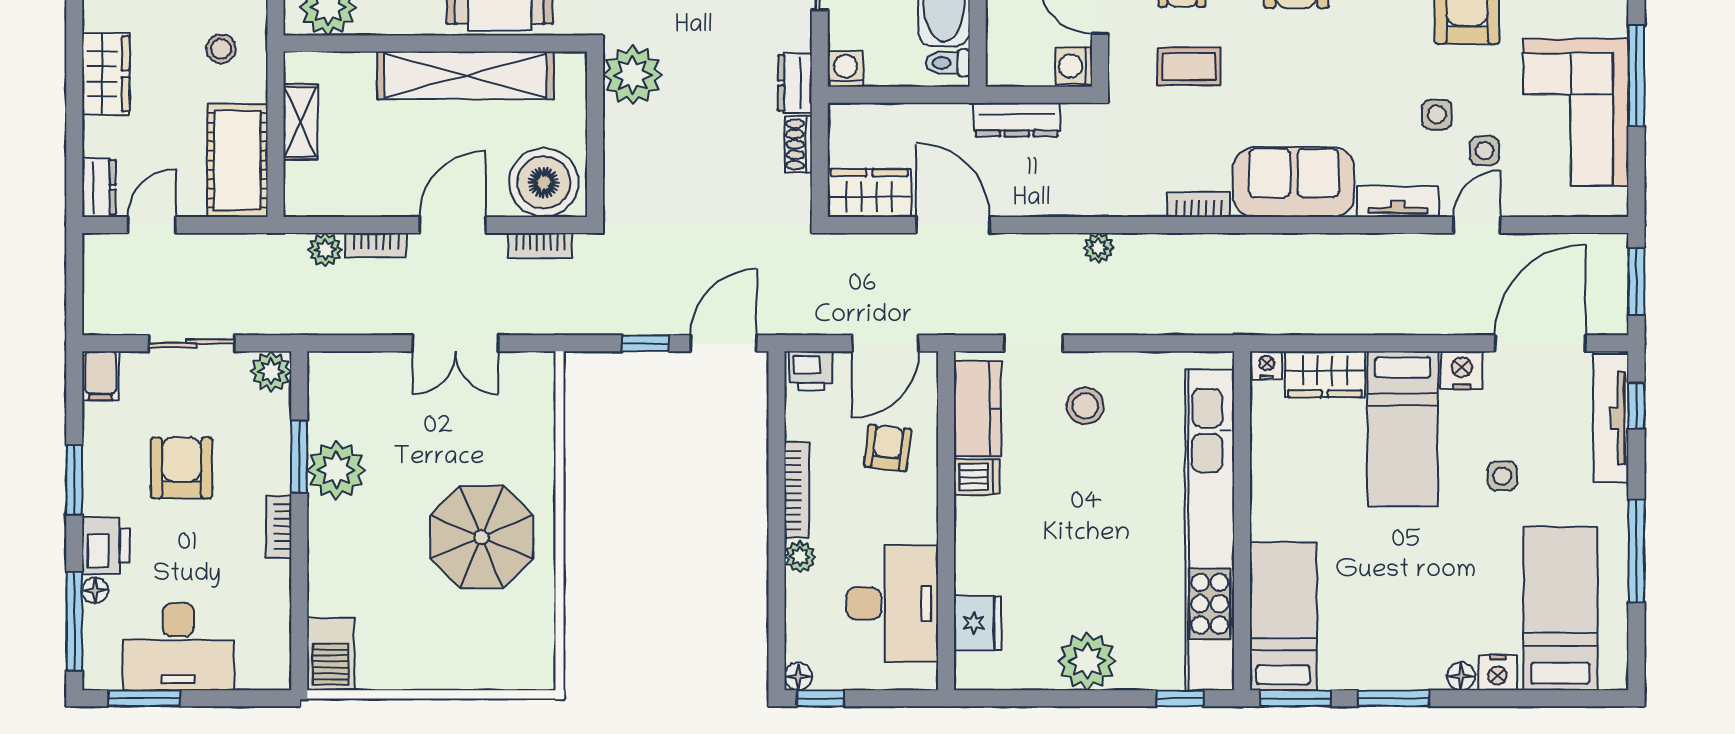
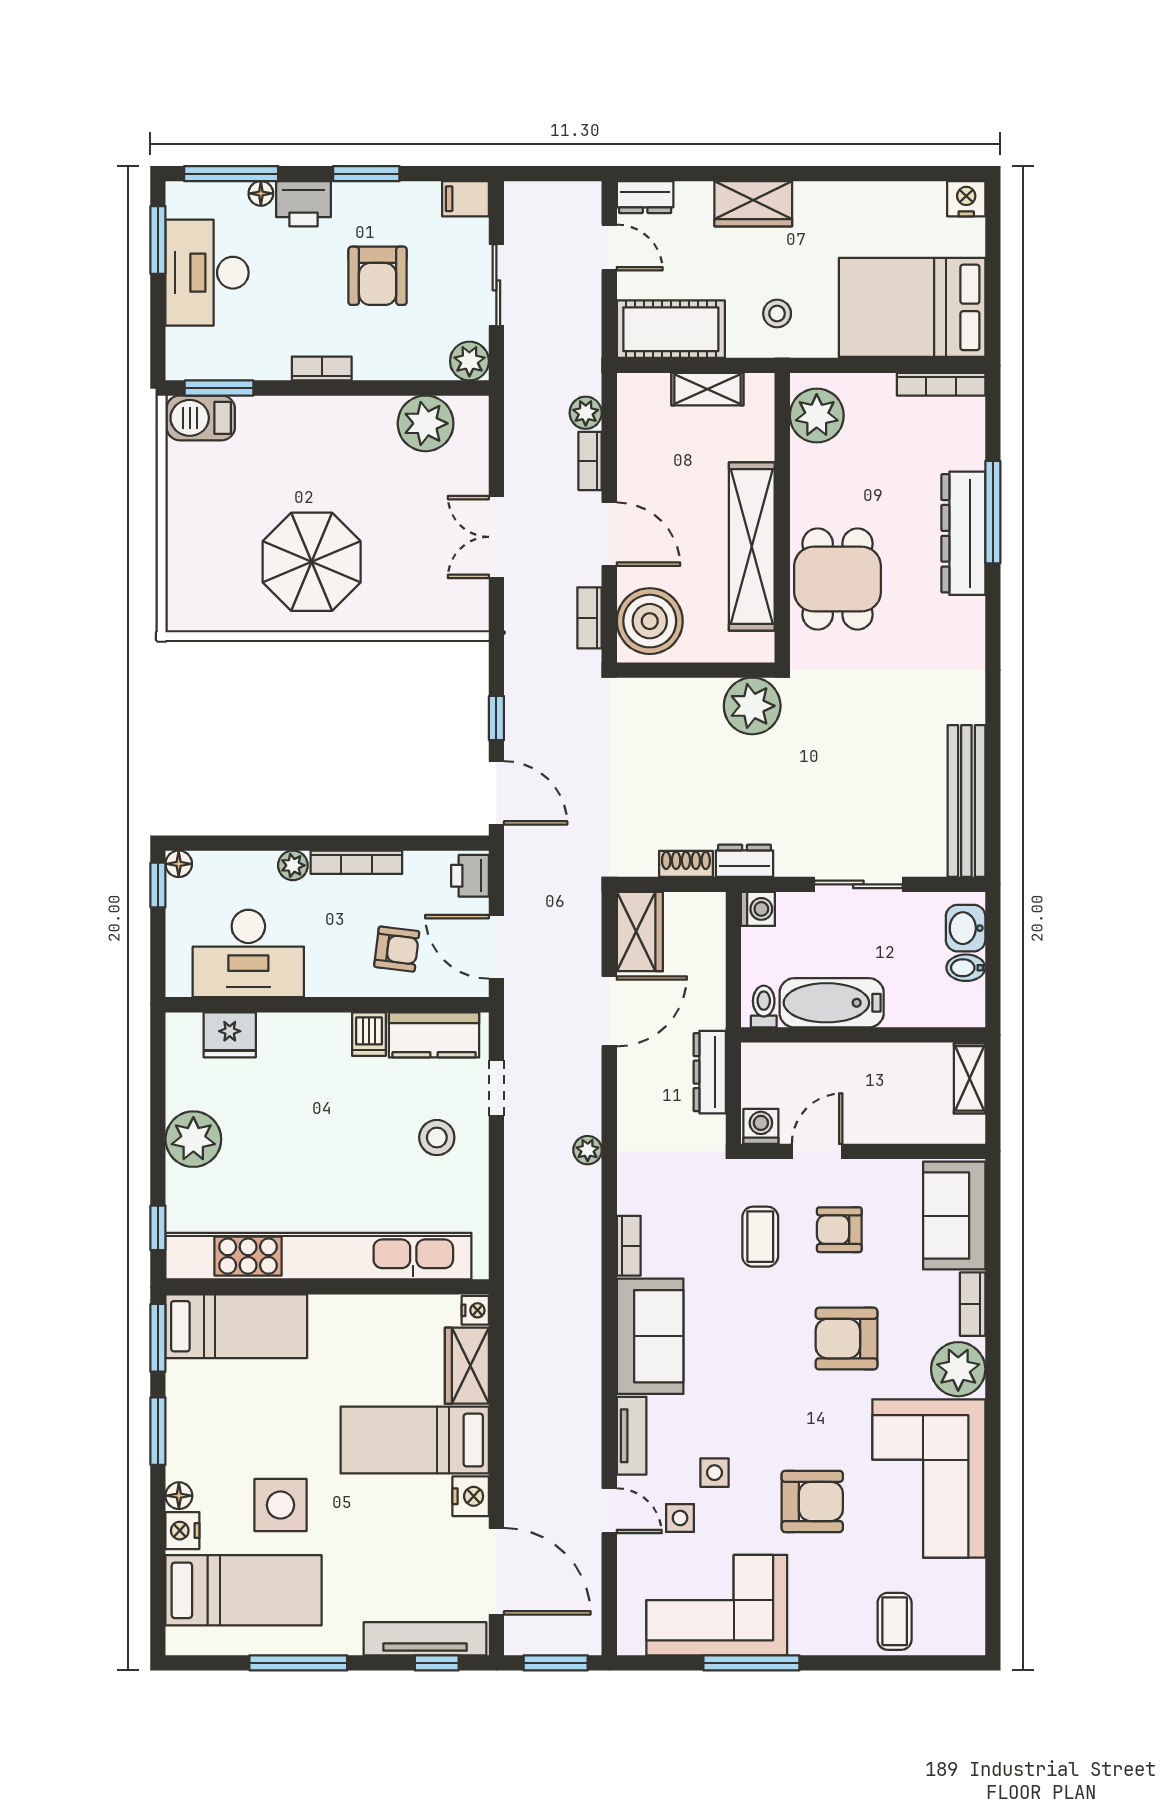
window: (299, 457) -> (219, 388), moved
armchair: (182, 468) -> (378, 276), turned 90
plant: (336, 470) -> (426, 423), moved
side table: (1502, 476) -> (280, 1505), moved, width x1.87, depth x1.87

